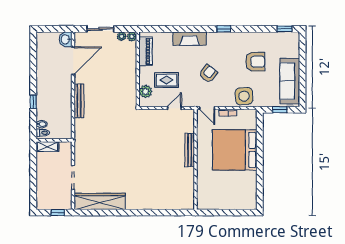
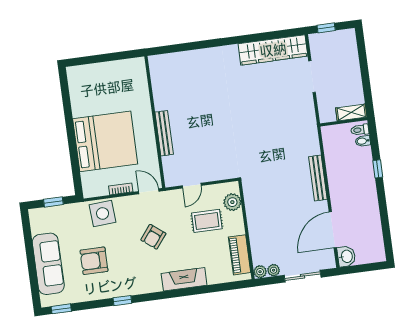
window: (224, 29) -> (122, 301), moved
sofa: (290, 81) -> (48, 264), moved

